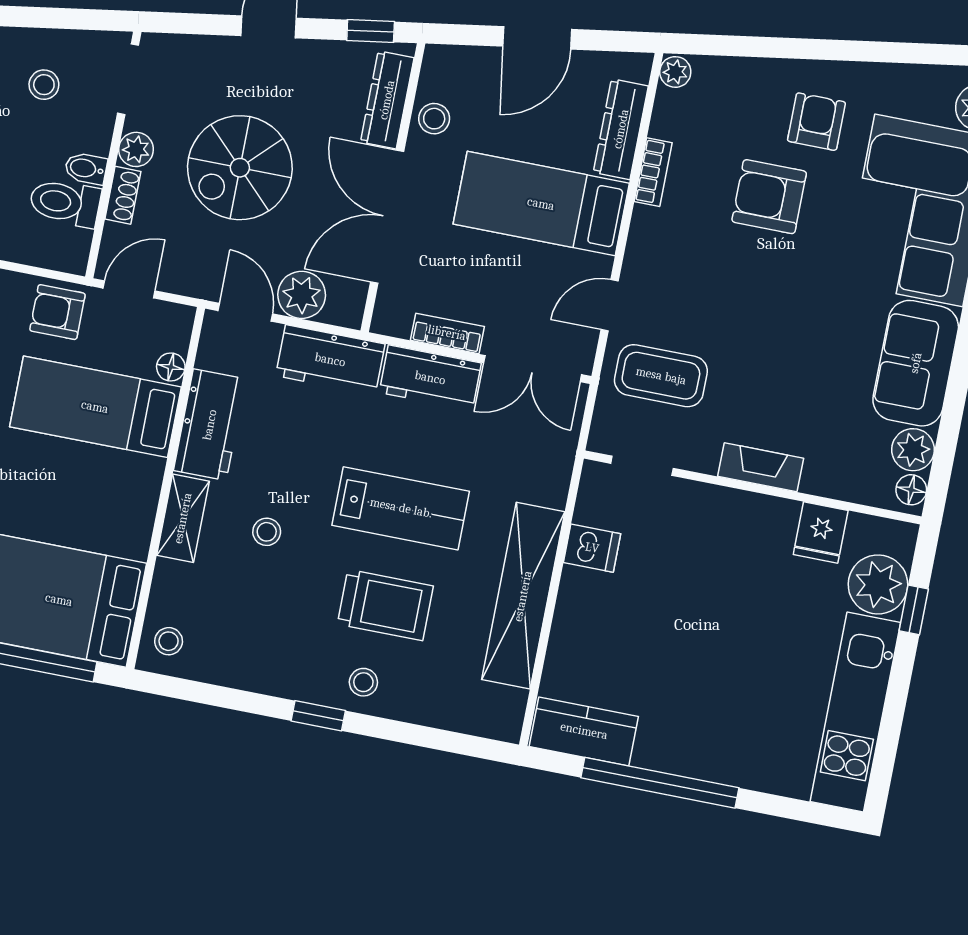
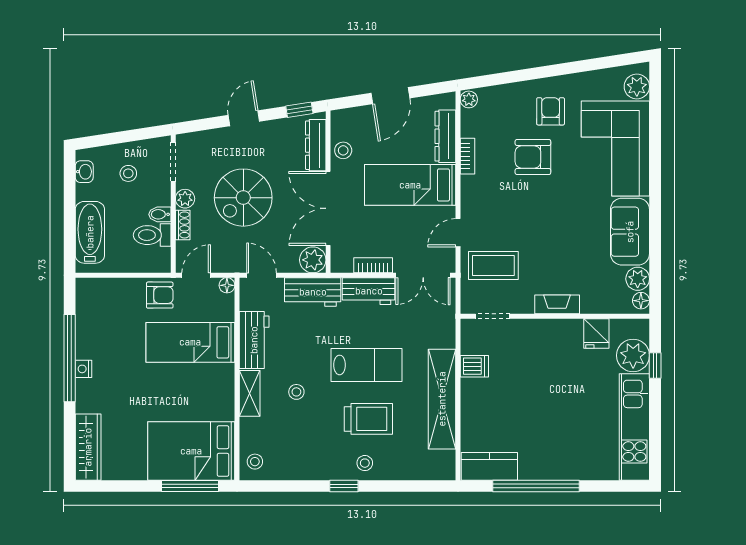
plant: (302, 295) -> (313, 260), moved
armchair: (57, 312) -> (160, 295), turned 180
floor lamp: (171, 367) -> (227, 285), moved

